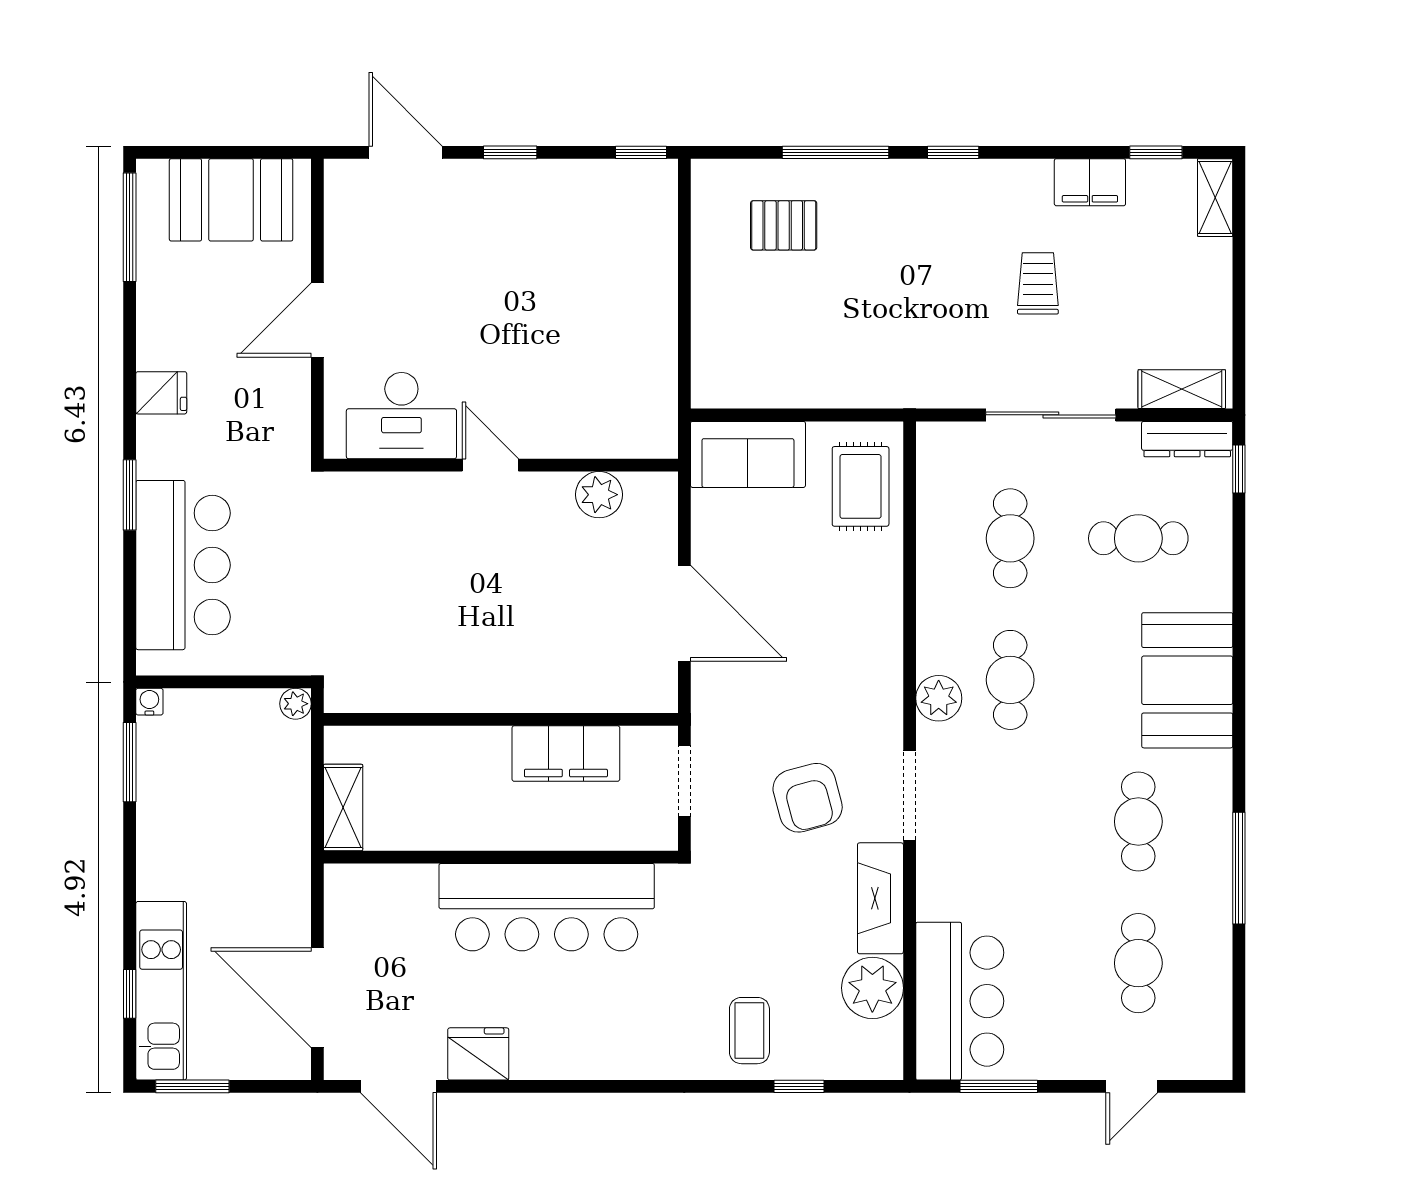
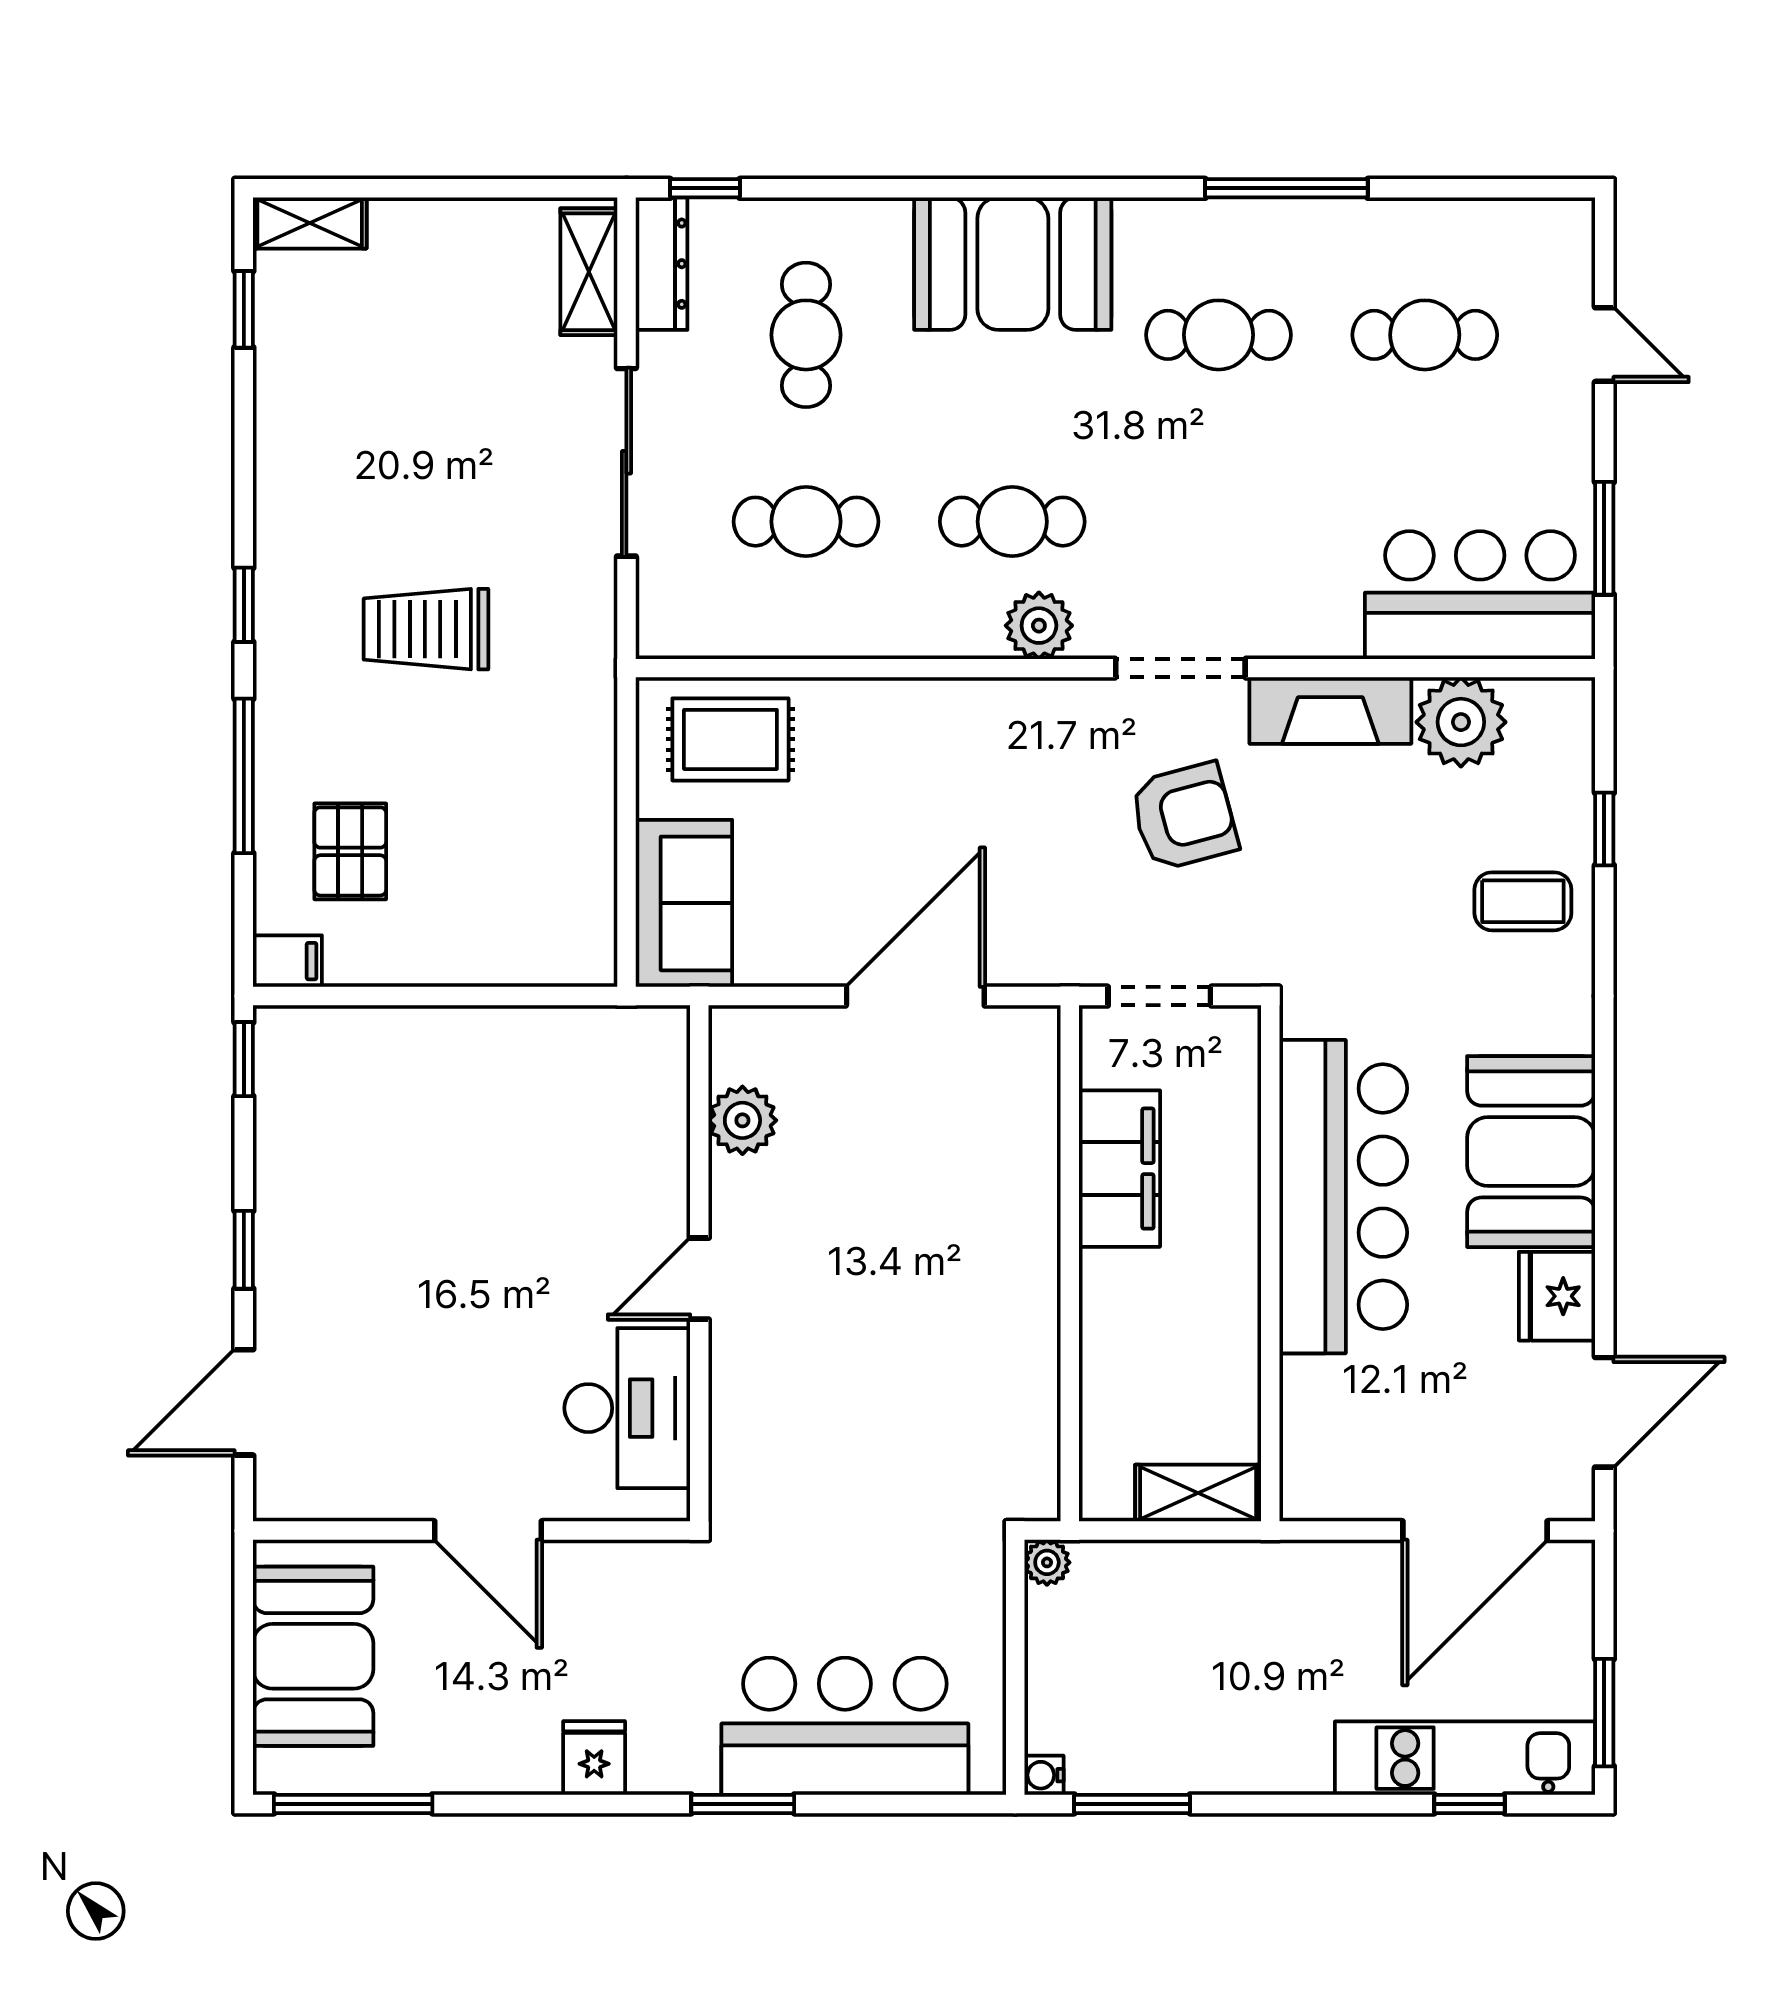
filing cabinet: (1090, 182) -> (287, 961), moved, width x0.50
trolley: (1038, 283) -> (426, 629), moved, width x1.36, depth x1.39
booth: (578, 1036) -> (1531, 1152), added

